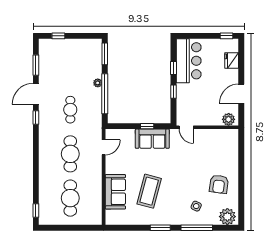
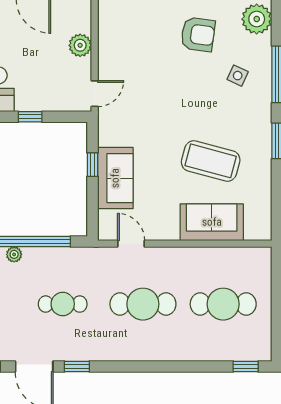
plant: (229, 119) -> (80, 45), moved
sofa: (152, 139) -> (115, 178), moved

